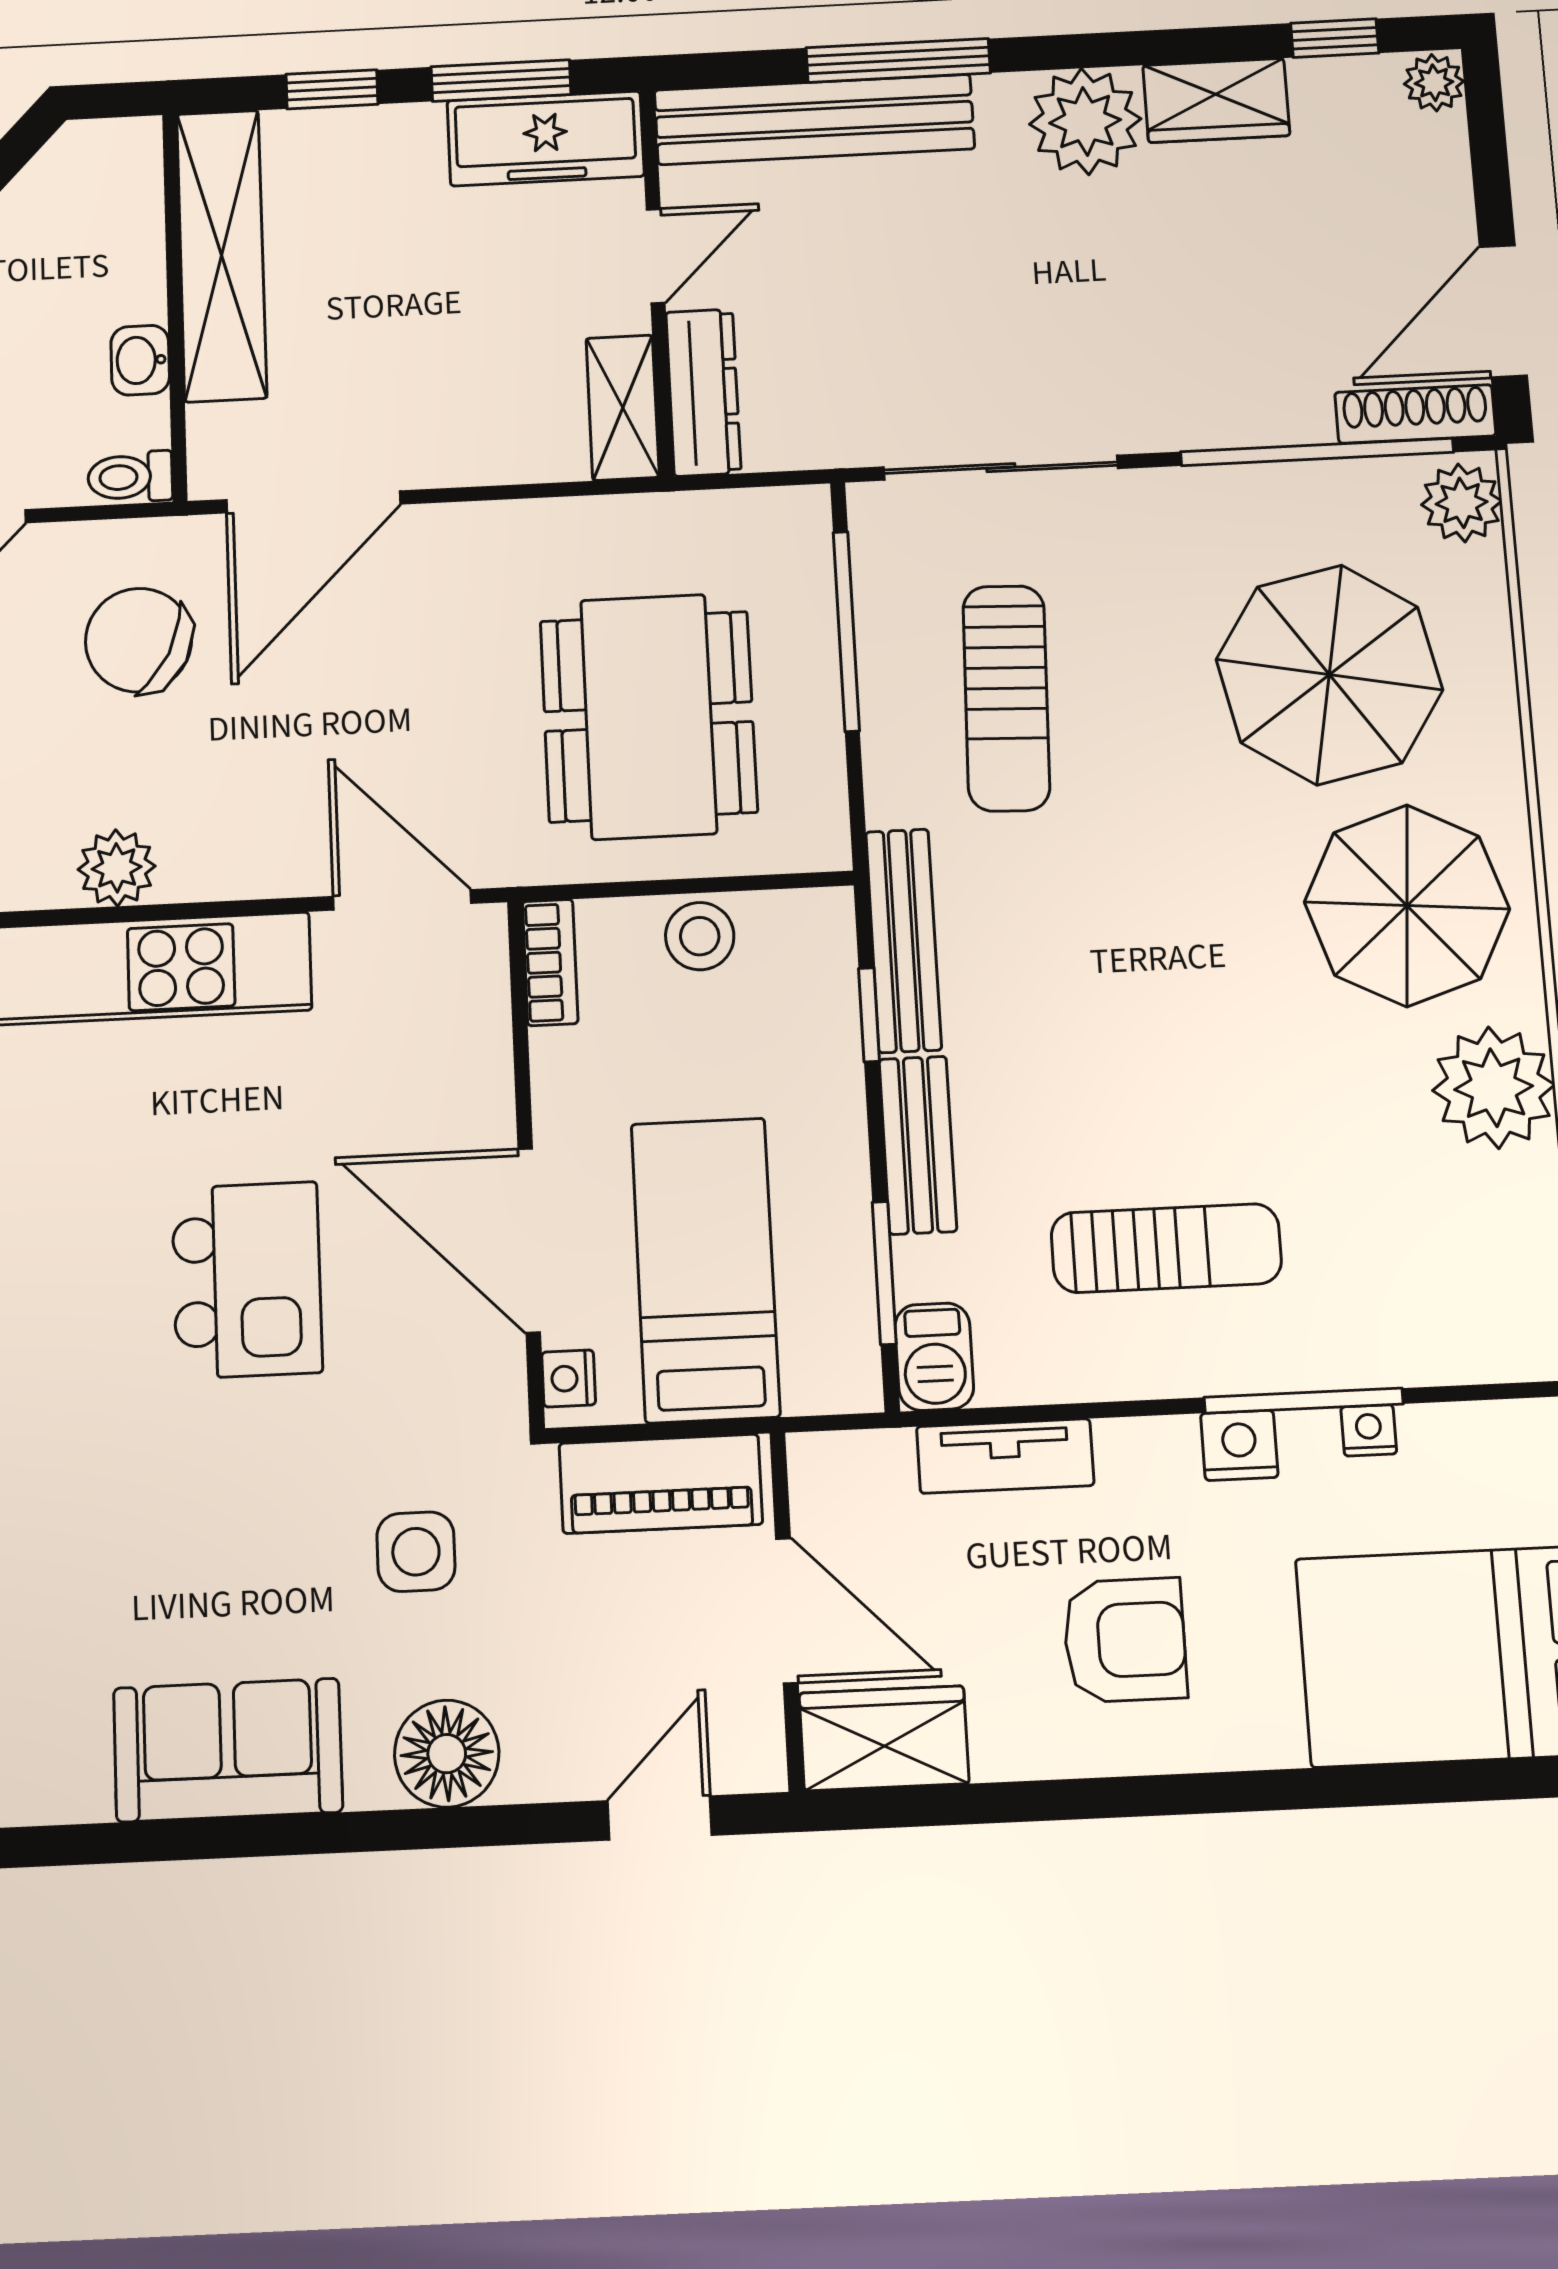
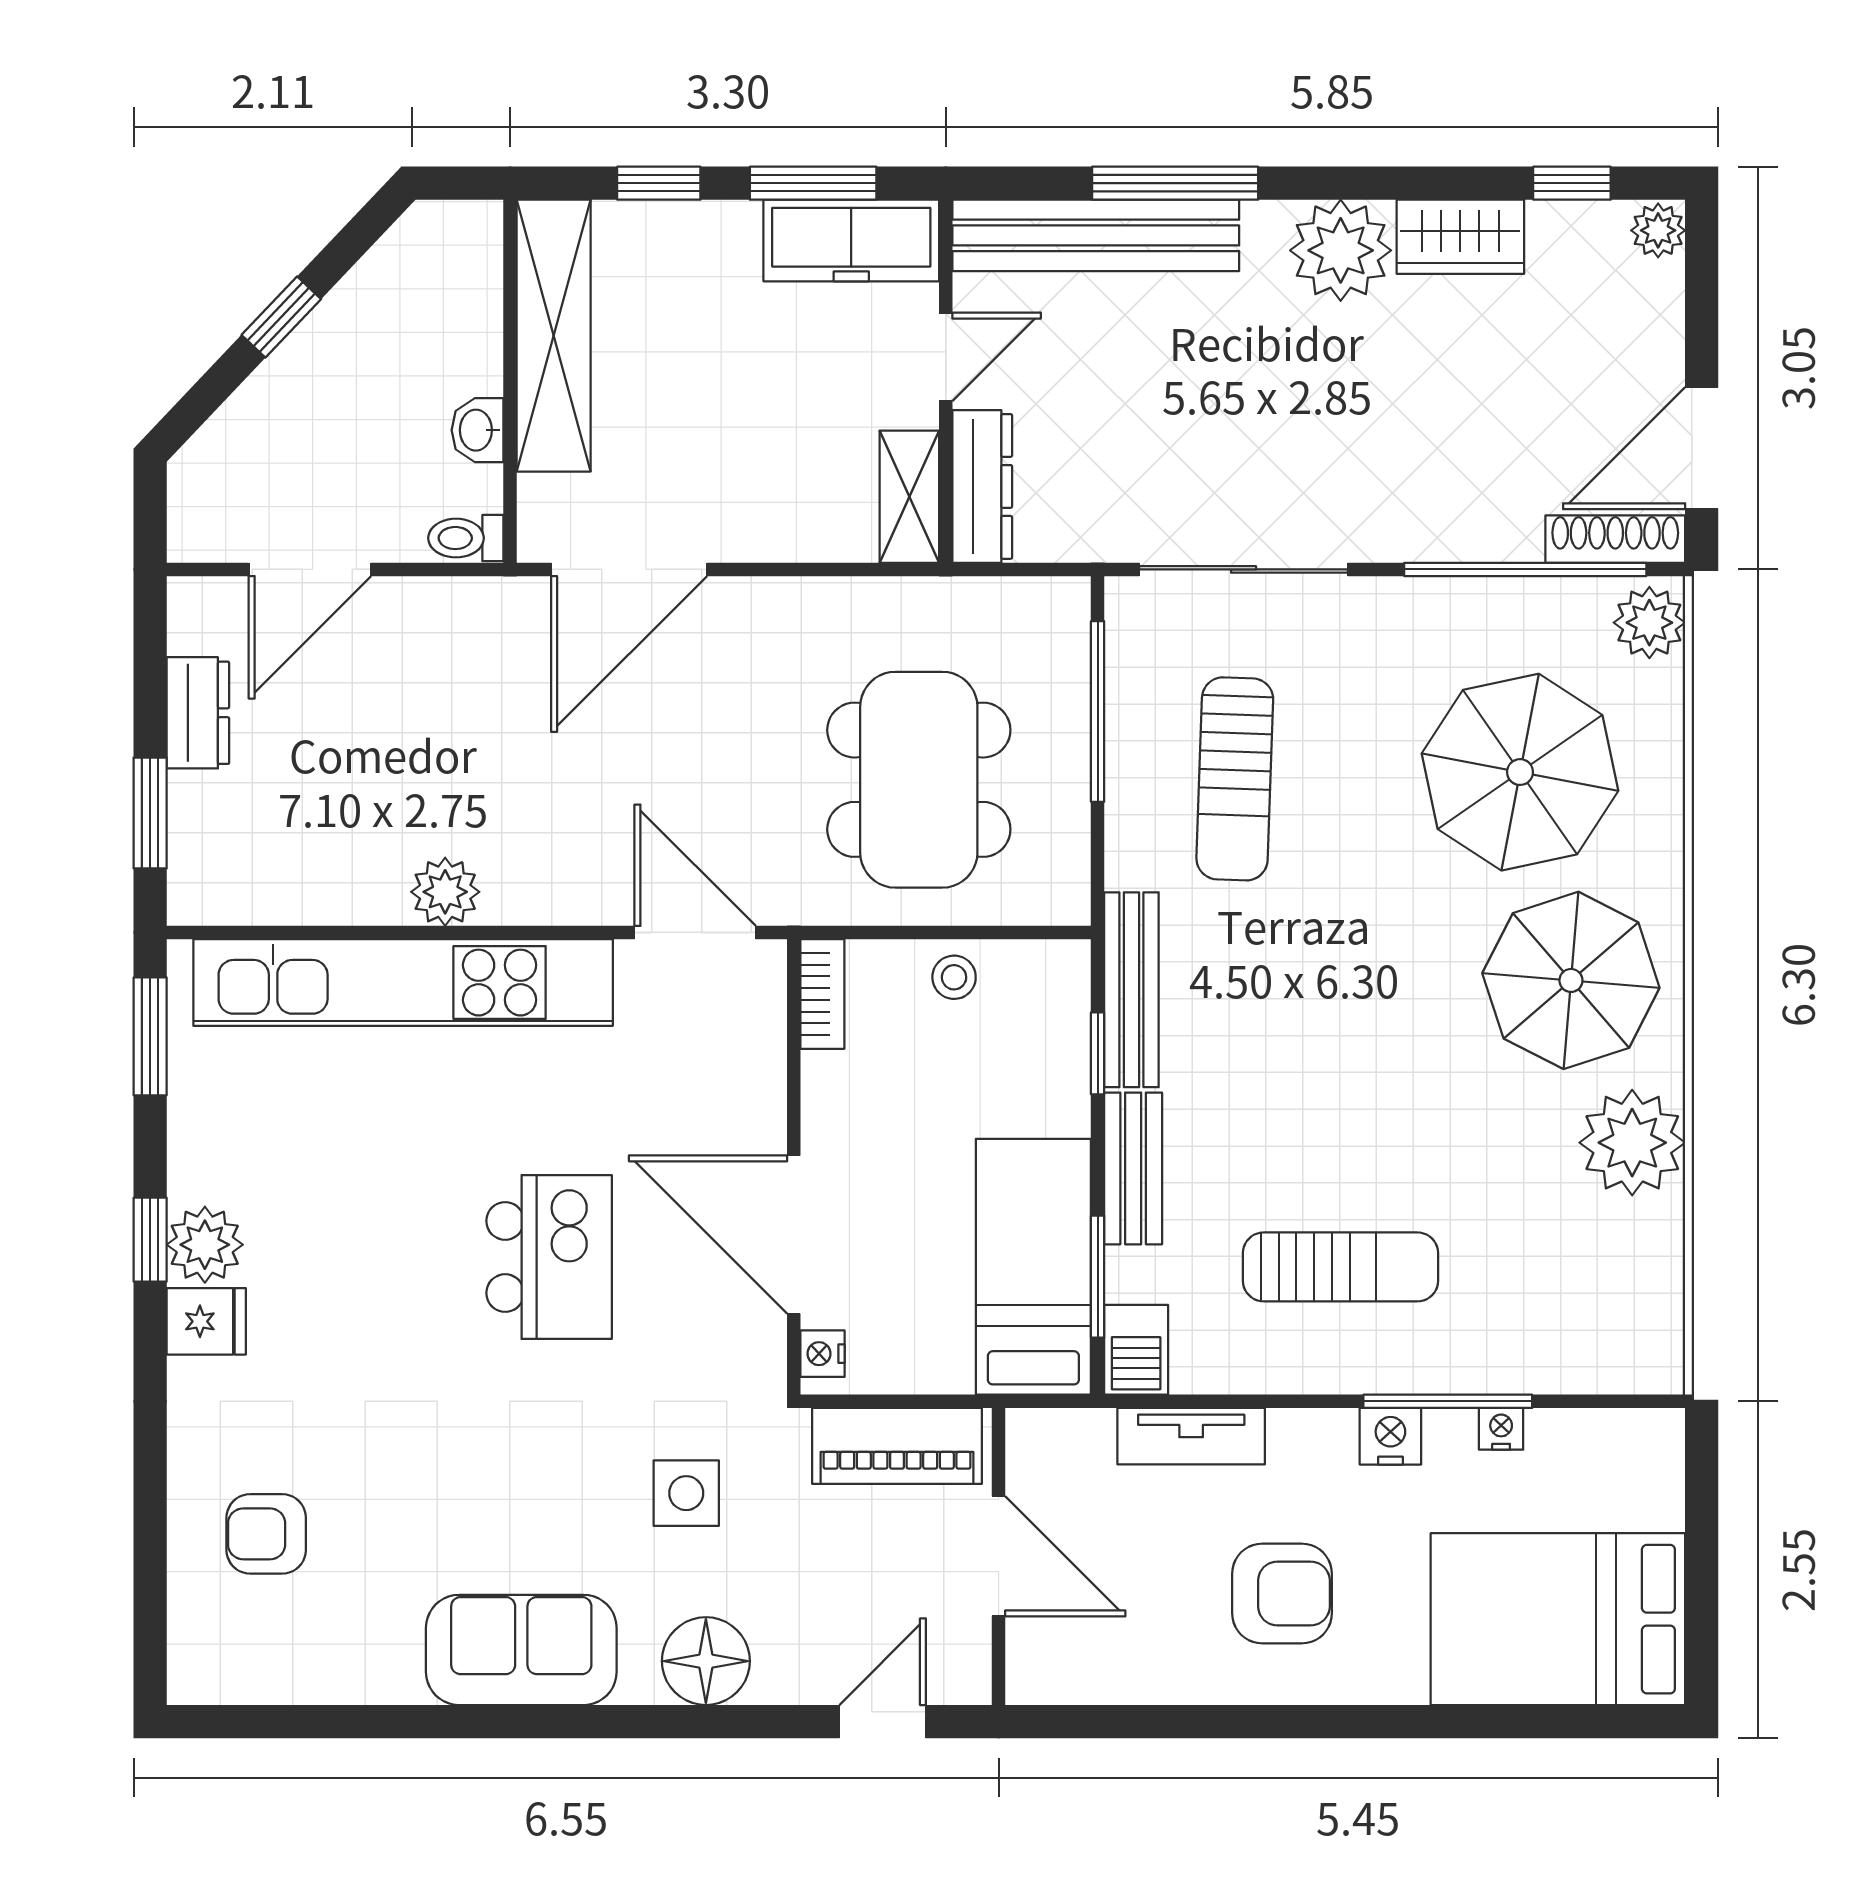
chair: (139, 640) -> (470, 688), removed
stool: (700, 936) -> (954, 977), width x0.73, depth x0.73
bed: (705, 1270) -> (1033, 1267), moved
wardrobe: (884, 1738) -> (1074, 1665), removed

